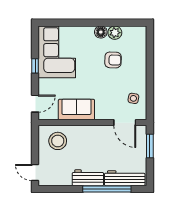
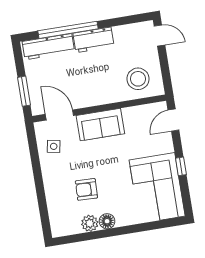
sofa: (76, 110) -> (100, 125), moved

